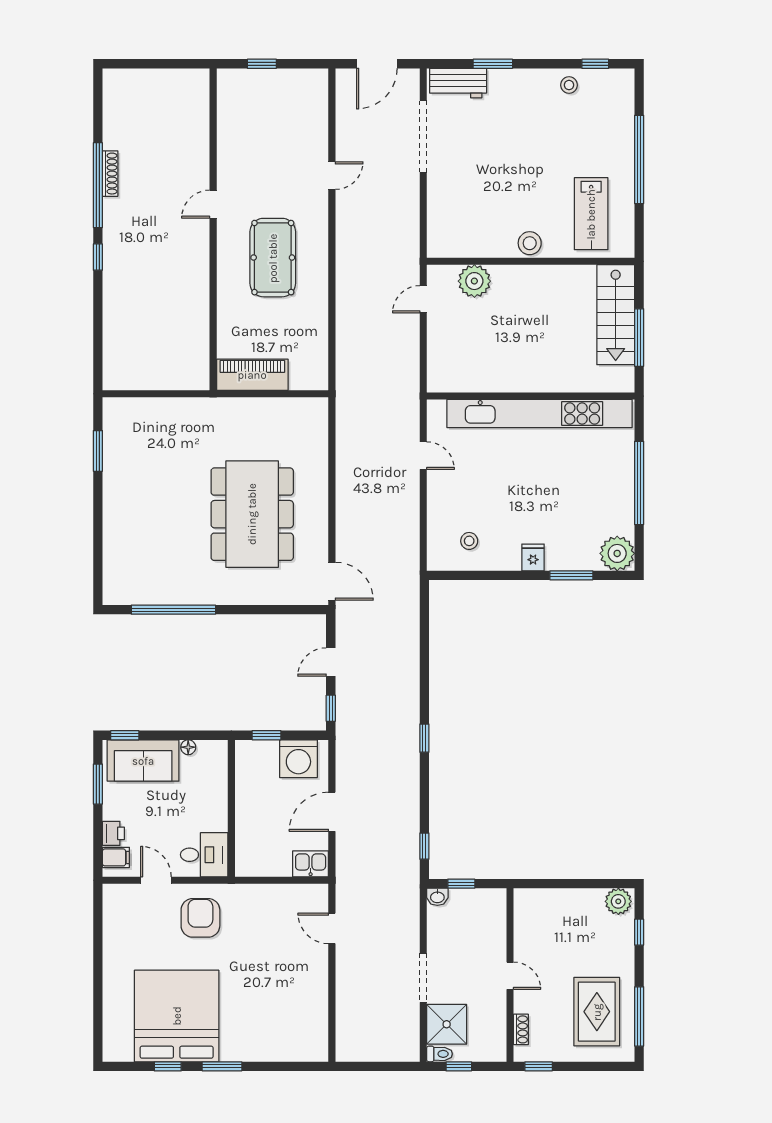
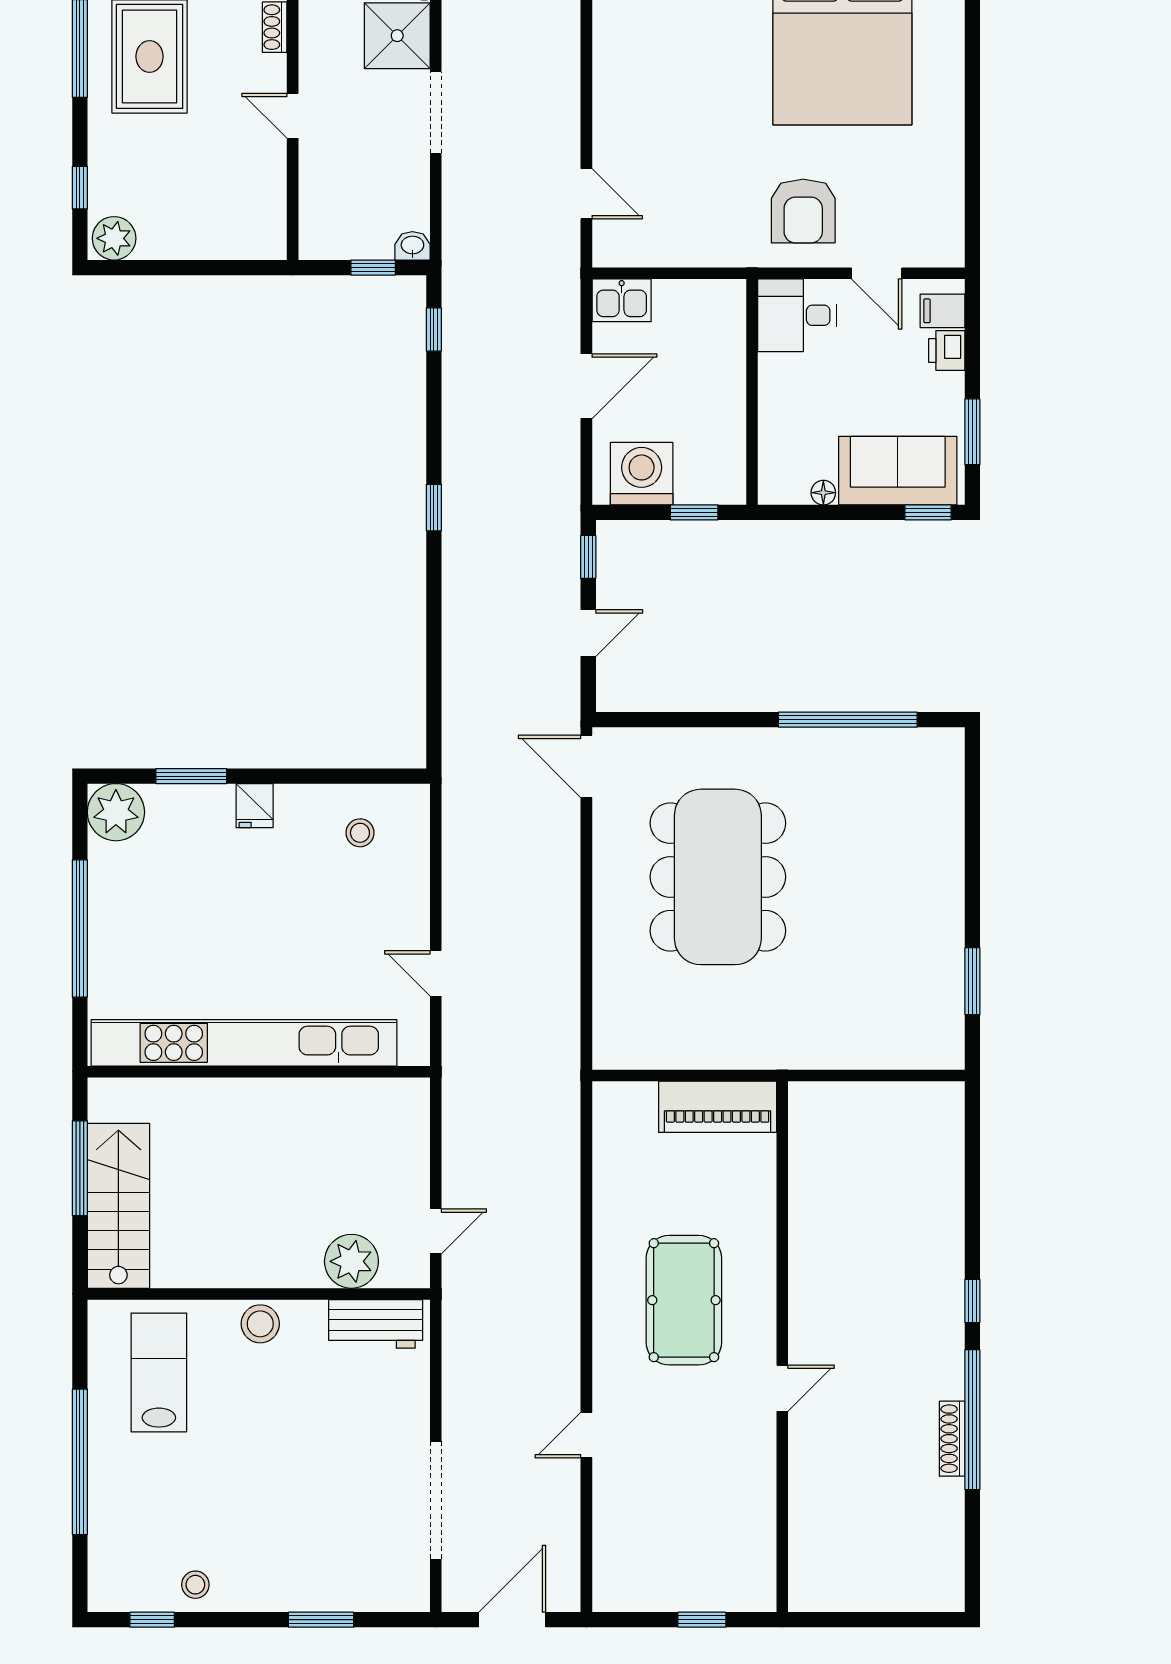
workbench: (458, 83) -> (376, 1324), moved, turned 180

